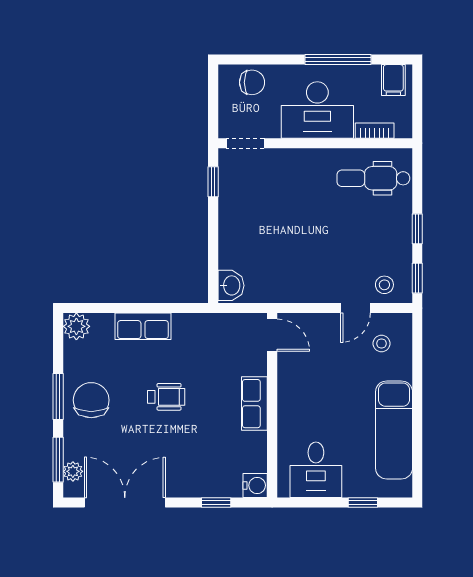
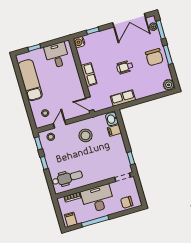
filing cabinet: (233, 257) -> (114, 130), added
stool: (303, 265) -> (85, 135), added
row of seats: (143, 326) -> (123, 98), moved

